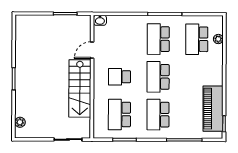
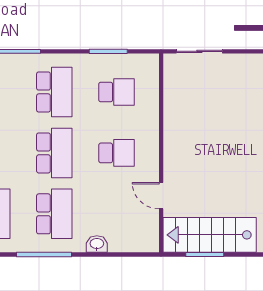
washbasin: (100, 20) -> (97, 244), moved
door: (92, 50) -> (161, 196), swing flipped
stairs: (80, 88) -> (210, 235), moved, turned -90
school desk: (119, 114) -> (117, 92), width x0.54

